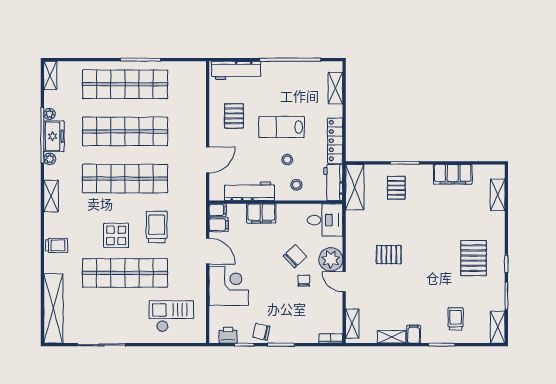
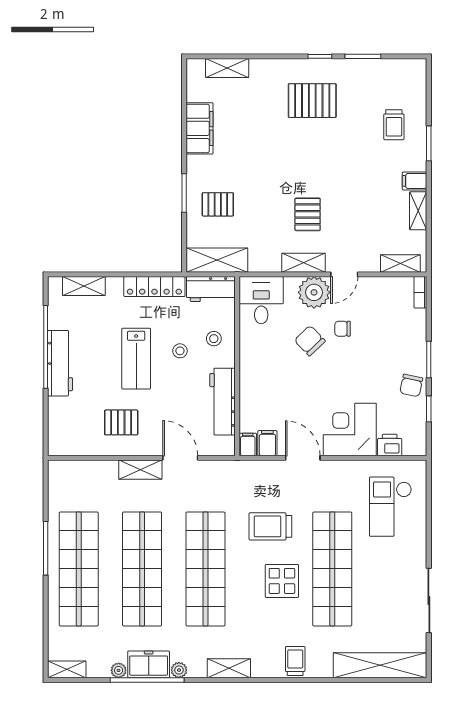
workbench: (236, 70) -> (60, 363), moved
shelving: (199, 130) -> (140, 470), added
filing cabinet: (261, 213) -> (252, 386), removed
door: (208, 251) -> (303, 458), hinge flipped
trolley: (456, 319) -> (394, 125), turned -90
shelving: (498, 327) -> (303, 263), moved
printer: (228, 335) -> (390, 445), moved, turned 90

